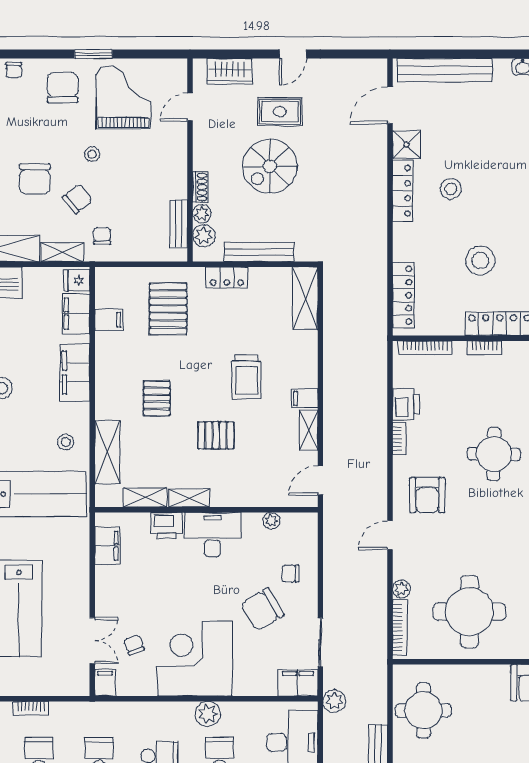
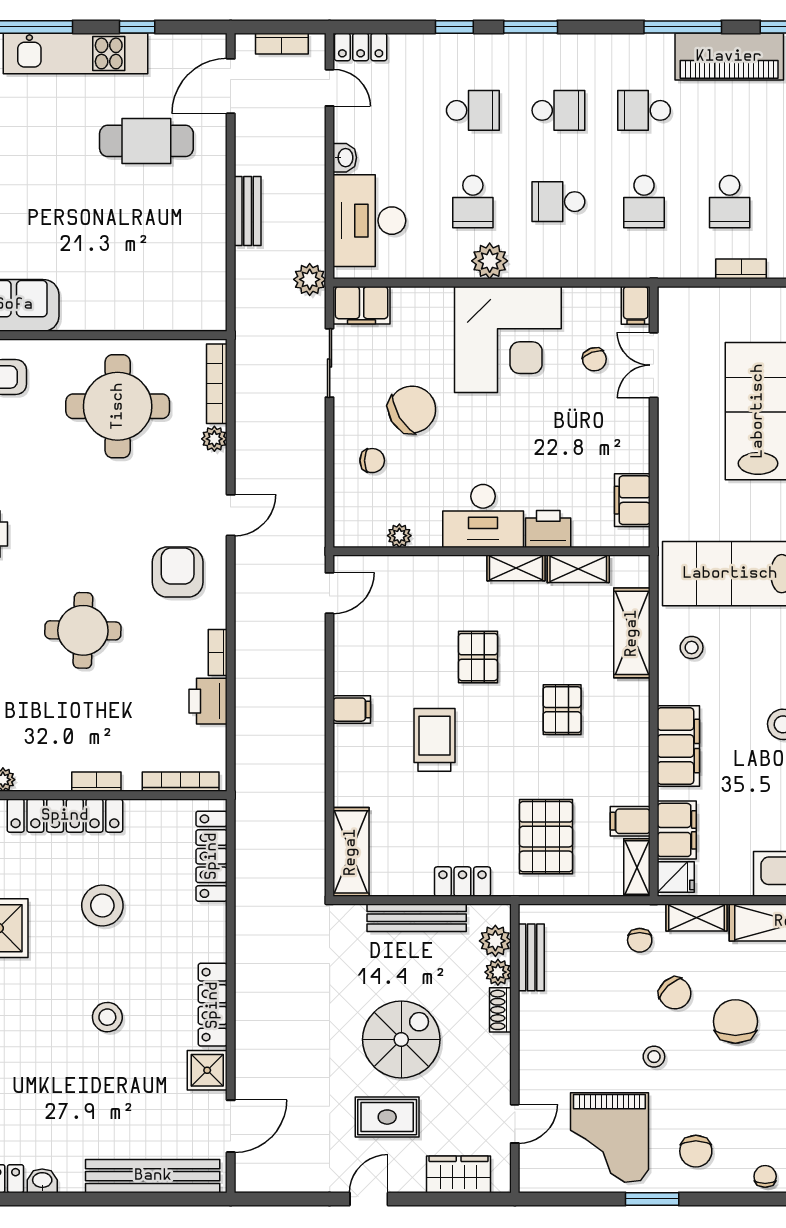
chair: (63, 88) -> (696, 1151), width x0.73, depth x0.73
stool: (451, 189) -> (107, 1017), moved
chair: (77, 199) -> (675, 993), turned -92
shelving: (309, 430) -> (637, 867), moved
pallet: (216, 435) -> (478, 657), turned 90
round table: (423, 710) -> (183, 266), removed

